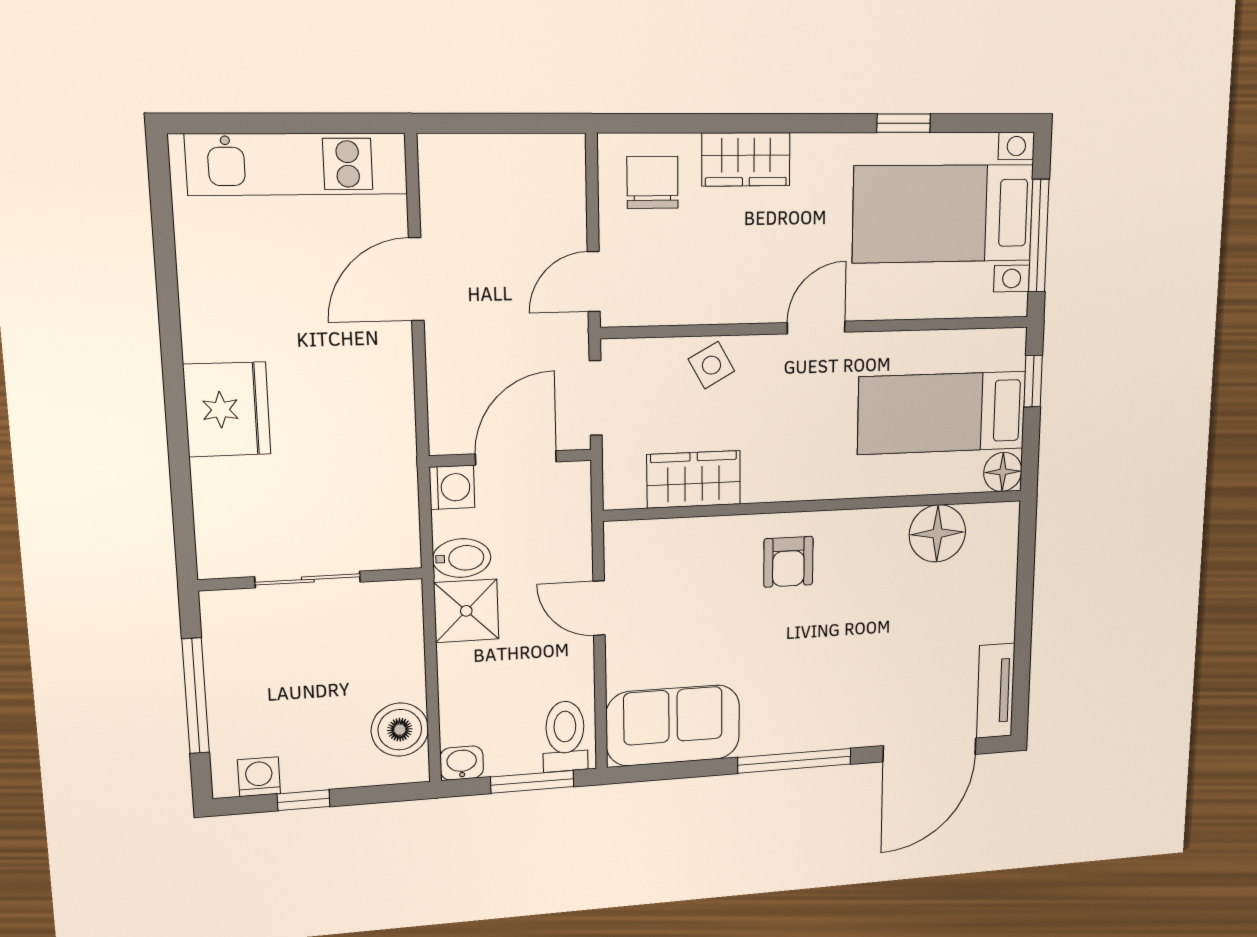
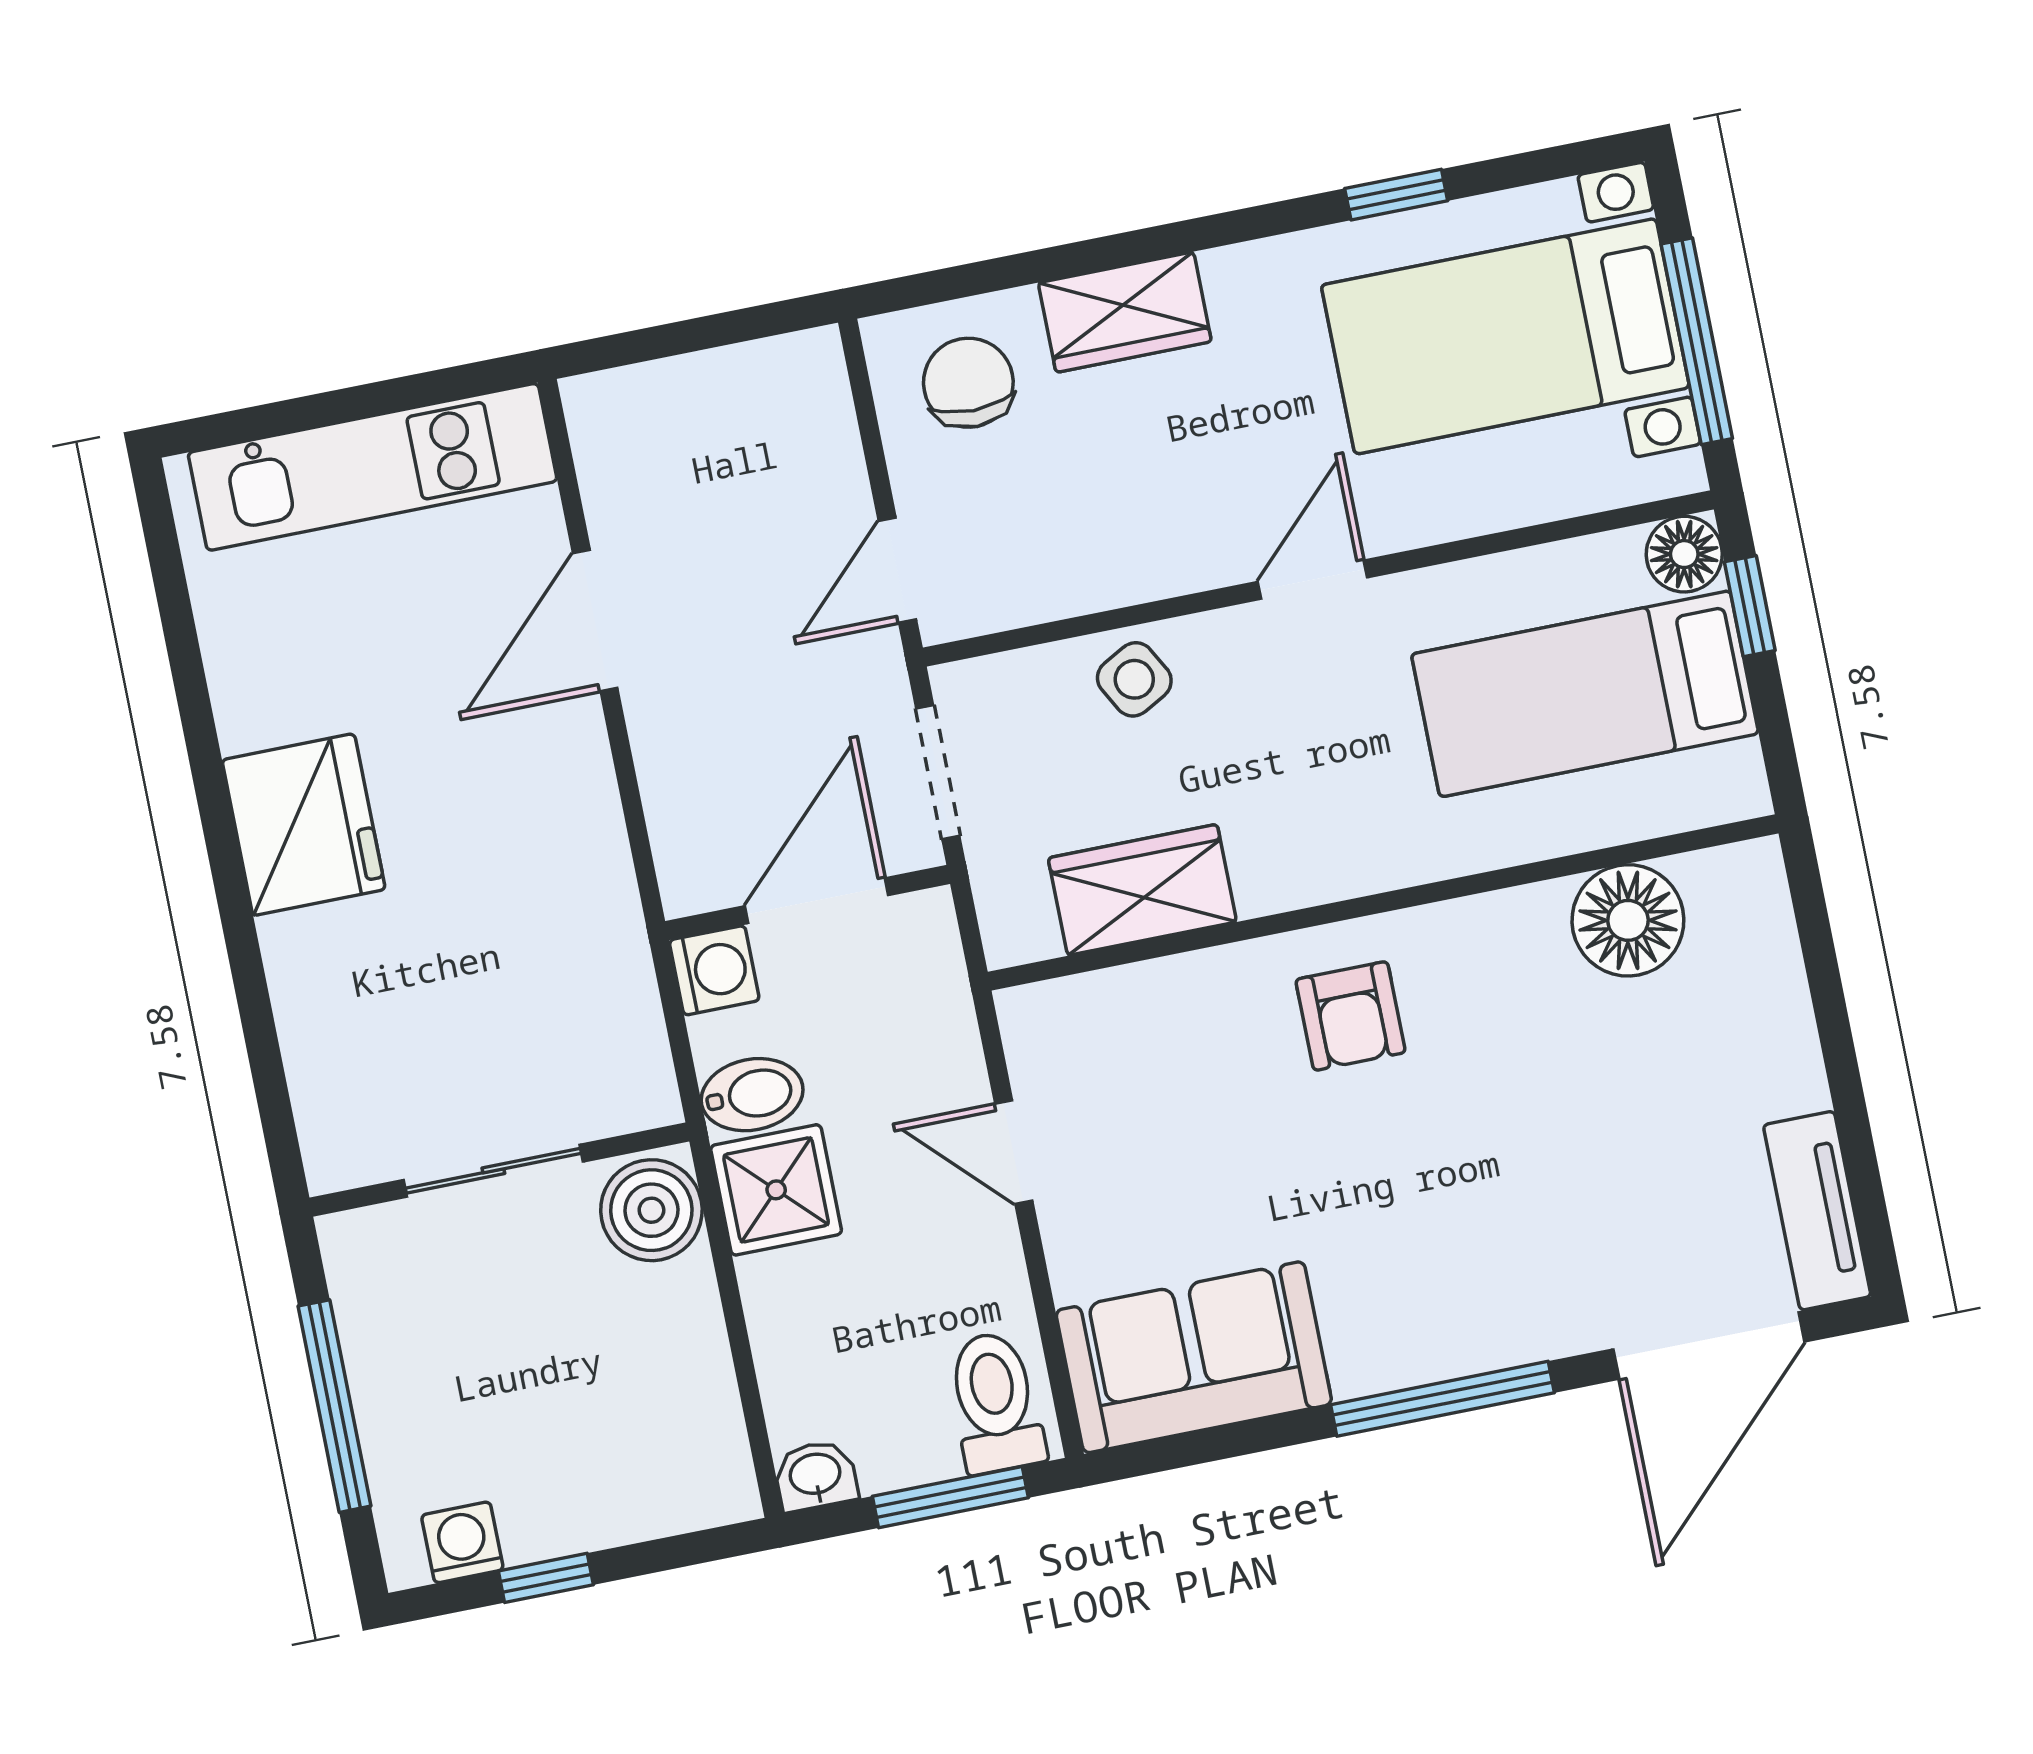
fridge: (227, 409) -> (304, 825), moved
floor lamp: (1003, 472) -> (1684, 554), moved
boiler: (400, 730) -> (651, 1210), moved

